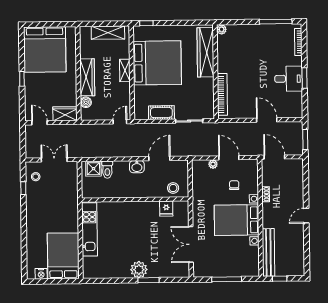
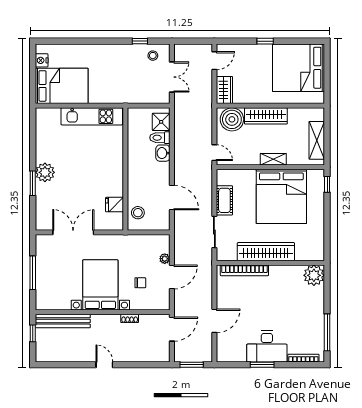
plant: (222, 29) -> (314, 275), width x1.87, depth x1.87
wardrobe: (205, 52) -> (266, 252), moved
desk: (289, 79) -> (267, 346), width x1.37
boiler: (86, 102) -> (232, 119), width x1.86, depth x1.86
washbasin: (137, 167) -> (163, 153), moved

